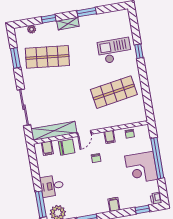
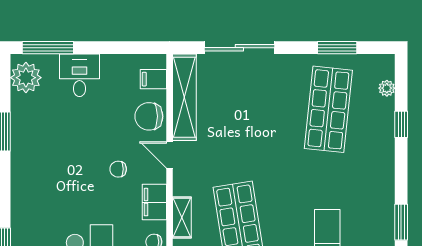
window: (87, 12) -> (401, 222), moved
shelving: (68, 24) -> (182, 217), moved
filing cabinet: (110, 137) -> (154, 202), width x2.00
chair: (67, 147) -> (149, 116), turned 90
filing cabinet: (114, 204) -> (23, 188), removed

